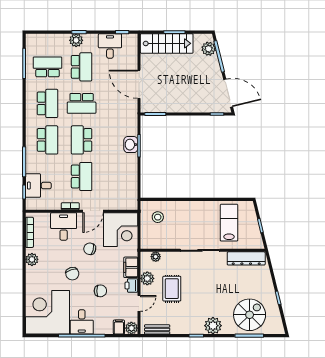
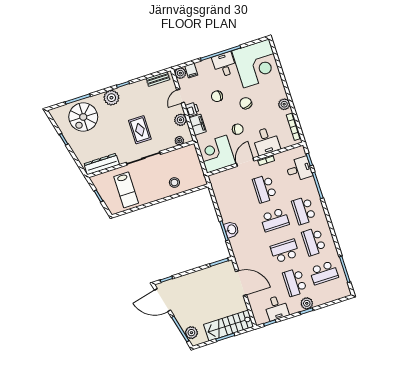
school desk: (82, 140) -> (275, 220), turned 90
stool: (158, 217) -> (174, 183), moved
rug: (172, 289) -> (140, 130), moved

